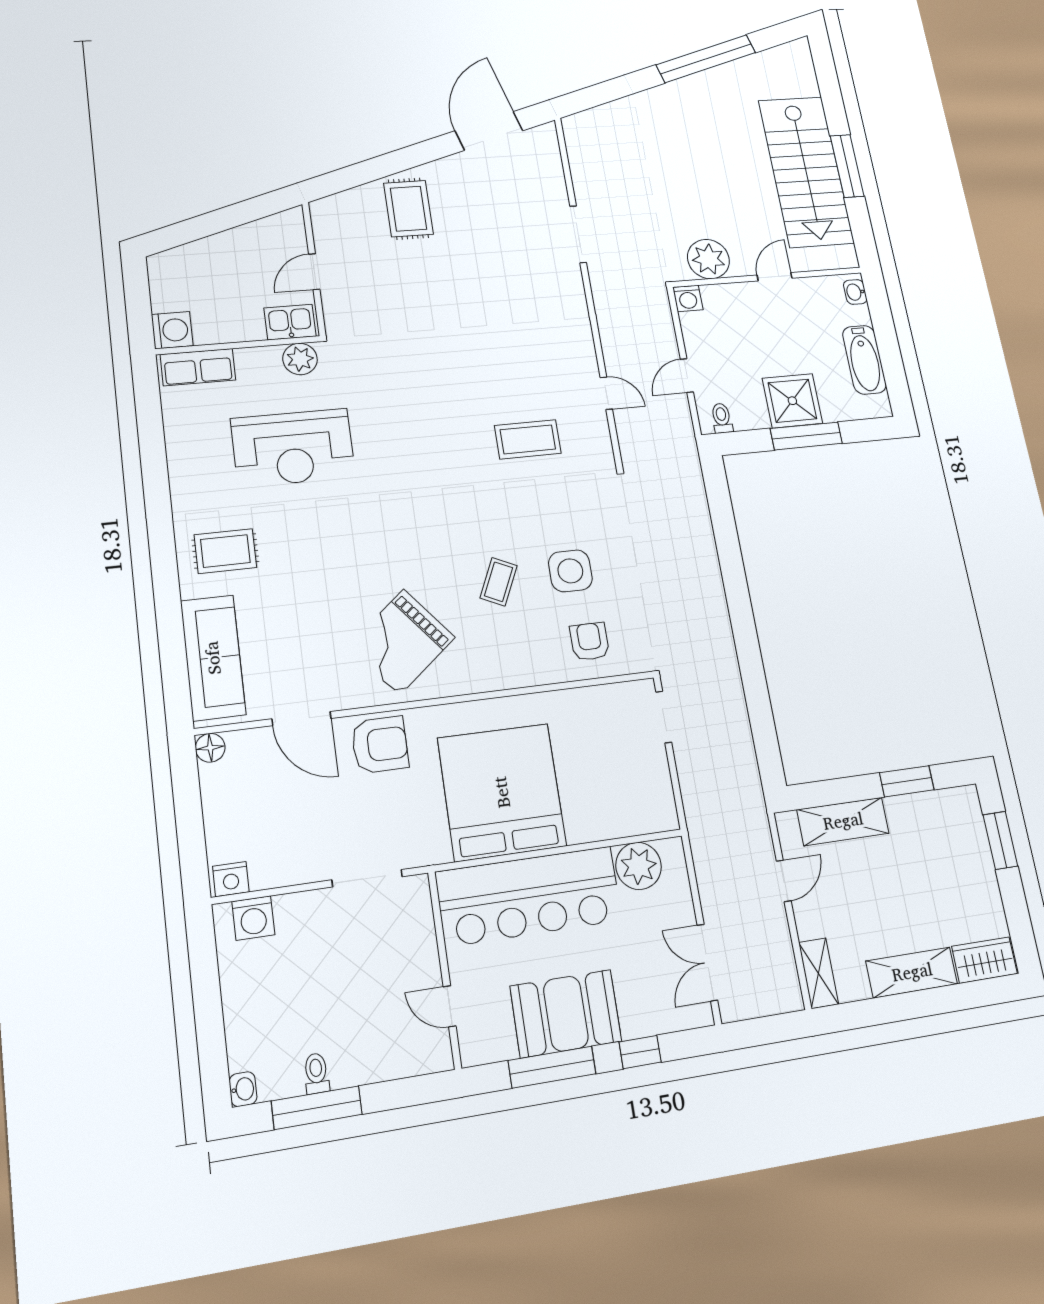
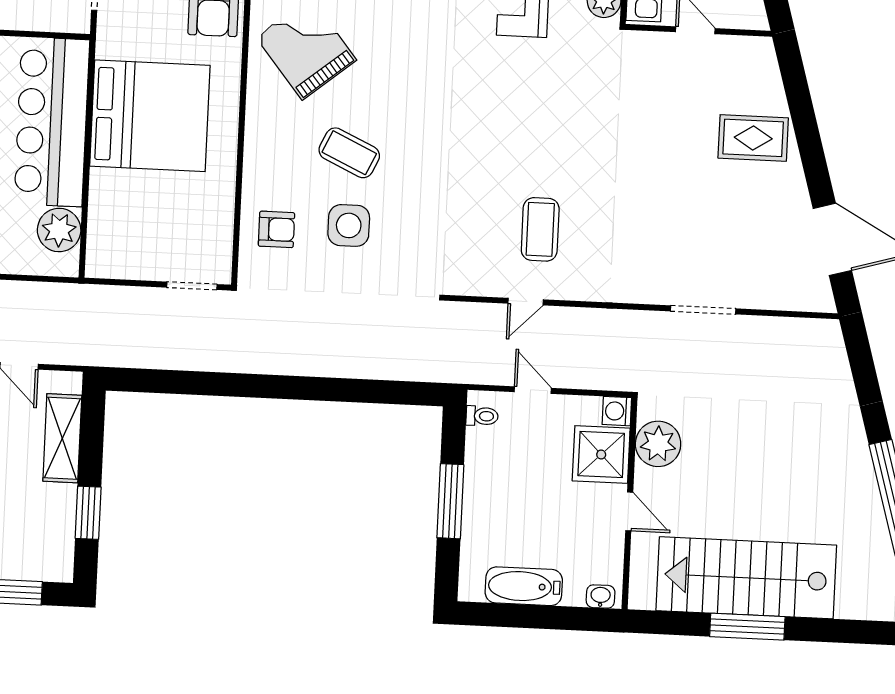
shower: (792, 401) -> (601, 455), moved
coffee table: (528, 439) -> (540, 229), moved
coffee table: (499, 582) -> (349, 153), width x1.36, depth x1.30

